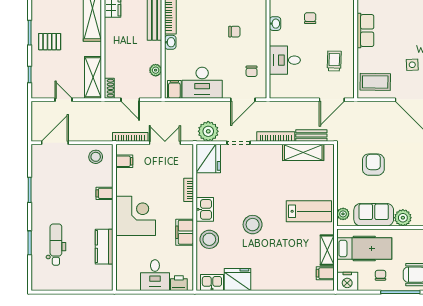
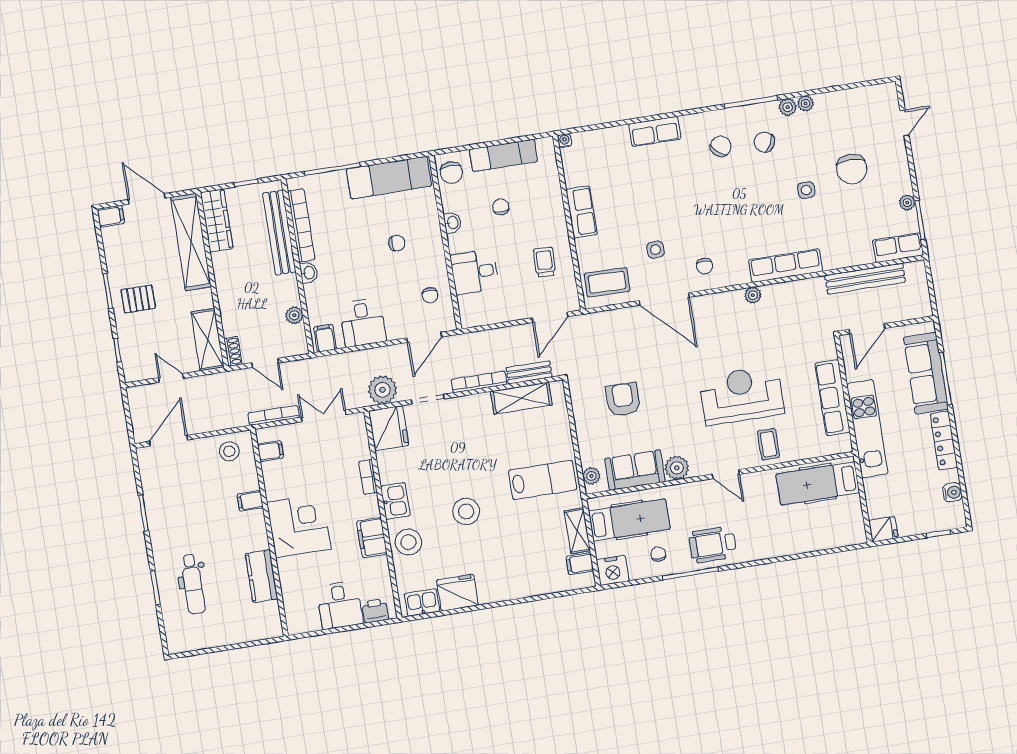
desk: (202, 83) -> (363, 322), width x0.73
dental chair: (56, 245) -> (193, 584), turned 180

